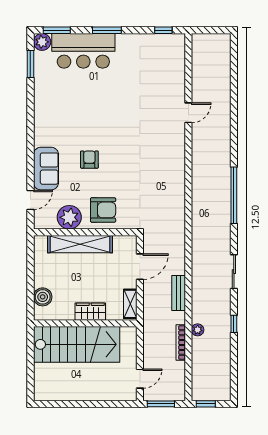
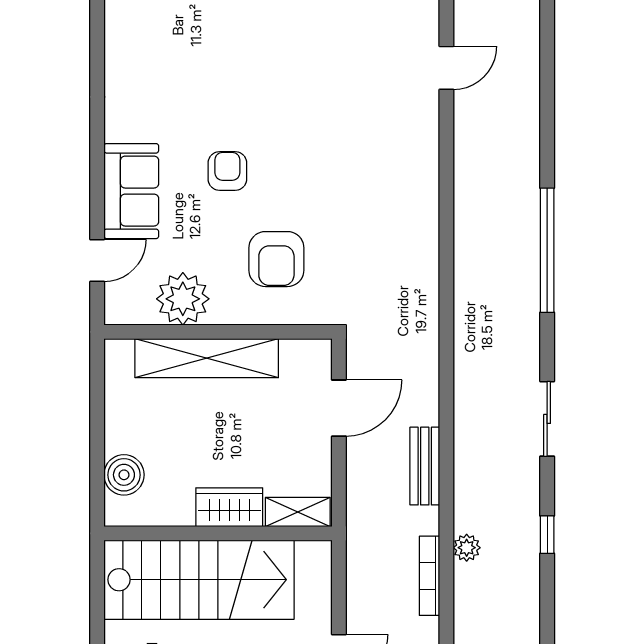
armchair: (103, 210) -> (276, 259), moved, turned 90
shelving: (130, 304) -> (298, 512), moved, turned 90

